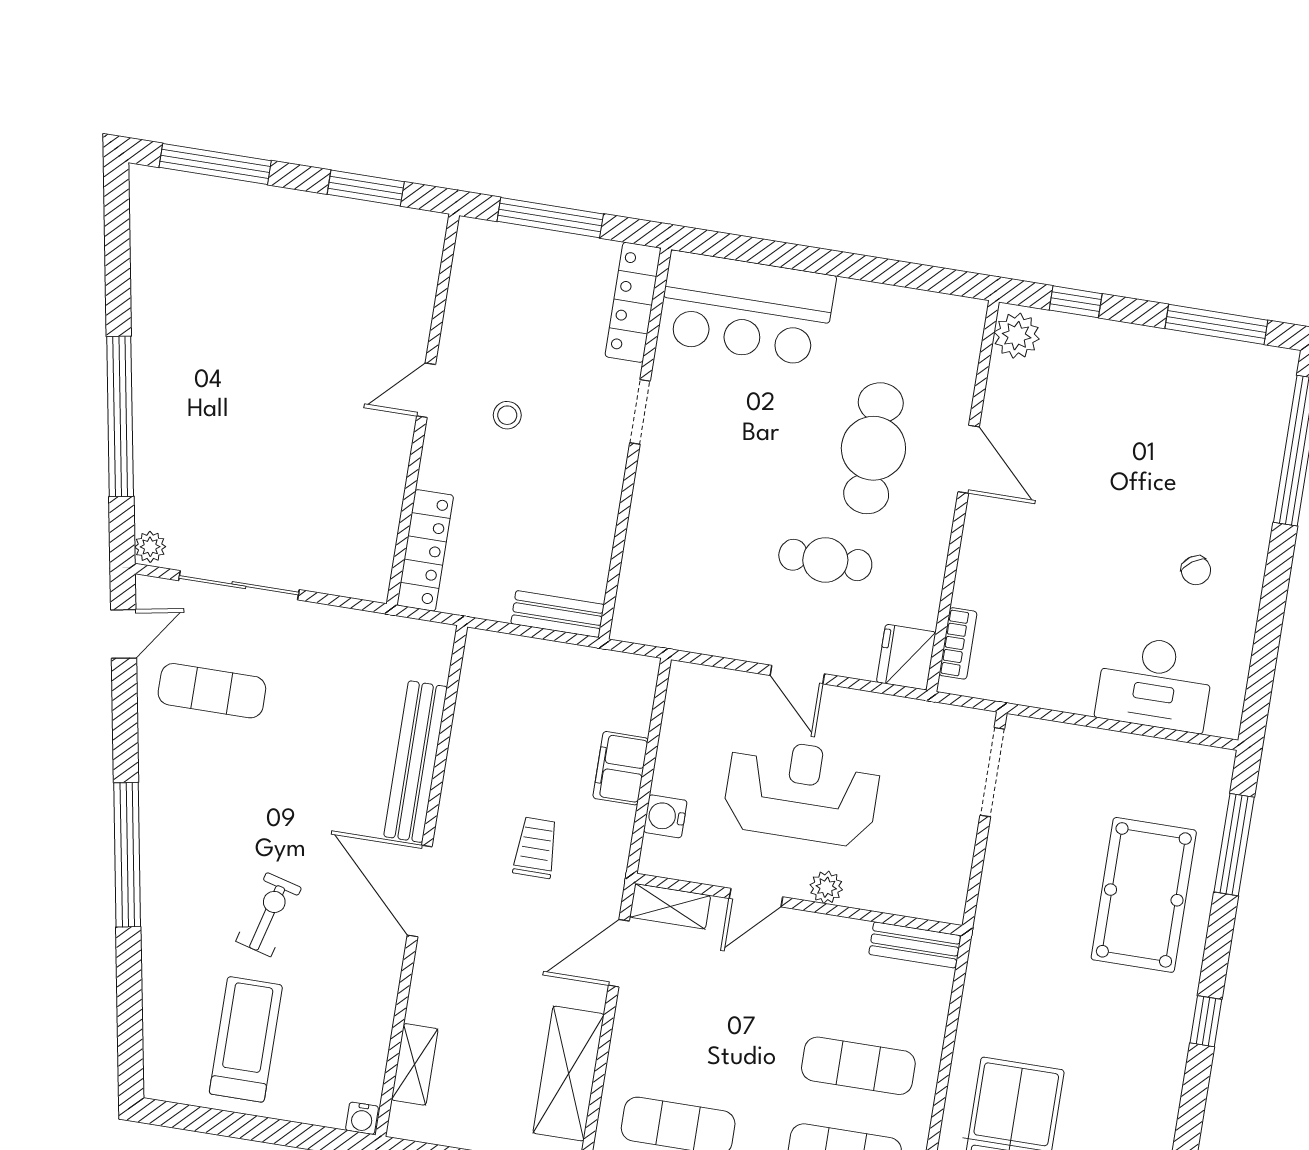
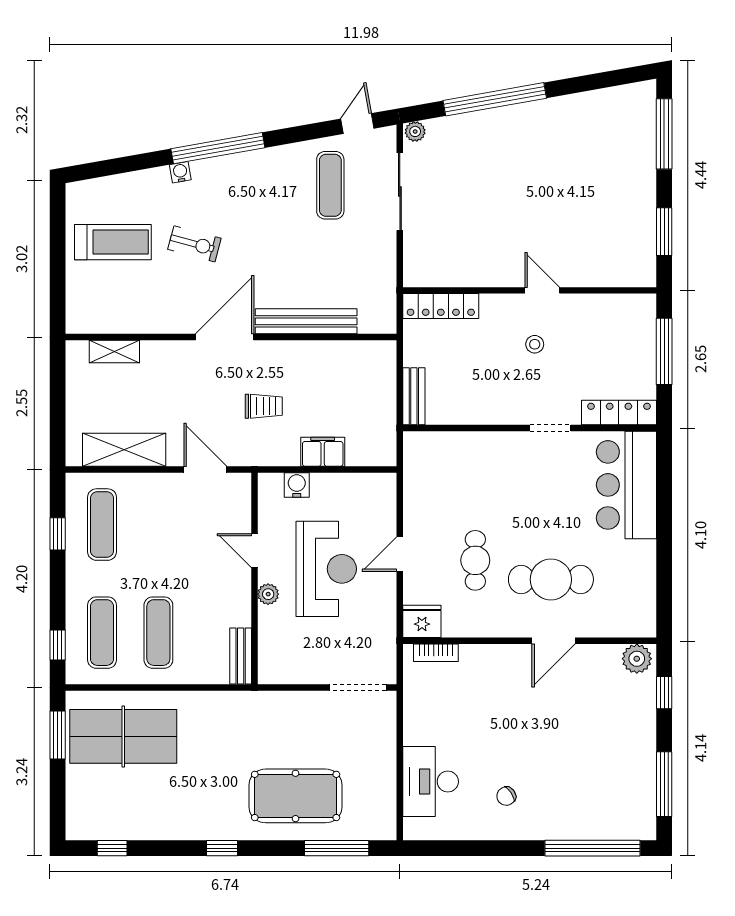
door: (124, 634) -> (357, 124), swing flipped
shelving: (670, 906) -> (240, 497), removed
water cooler: (362, 1118) -> (180, 172), moved, turned 80

